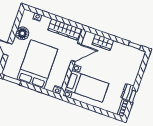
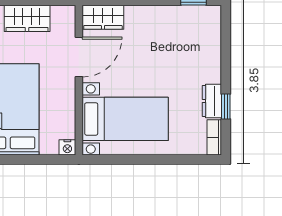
wardrobe: (65, 29) -> (27, 18), width x0.67
wardrobe: (103, 42) -> (103, 17), moved

